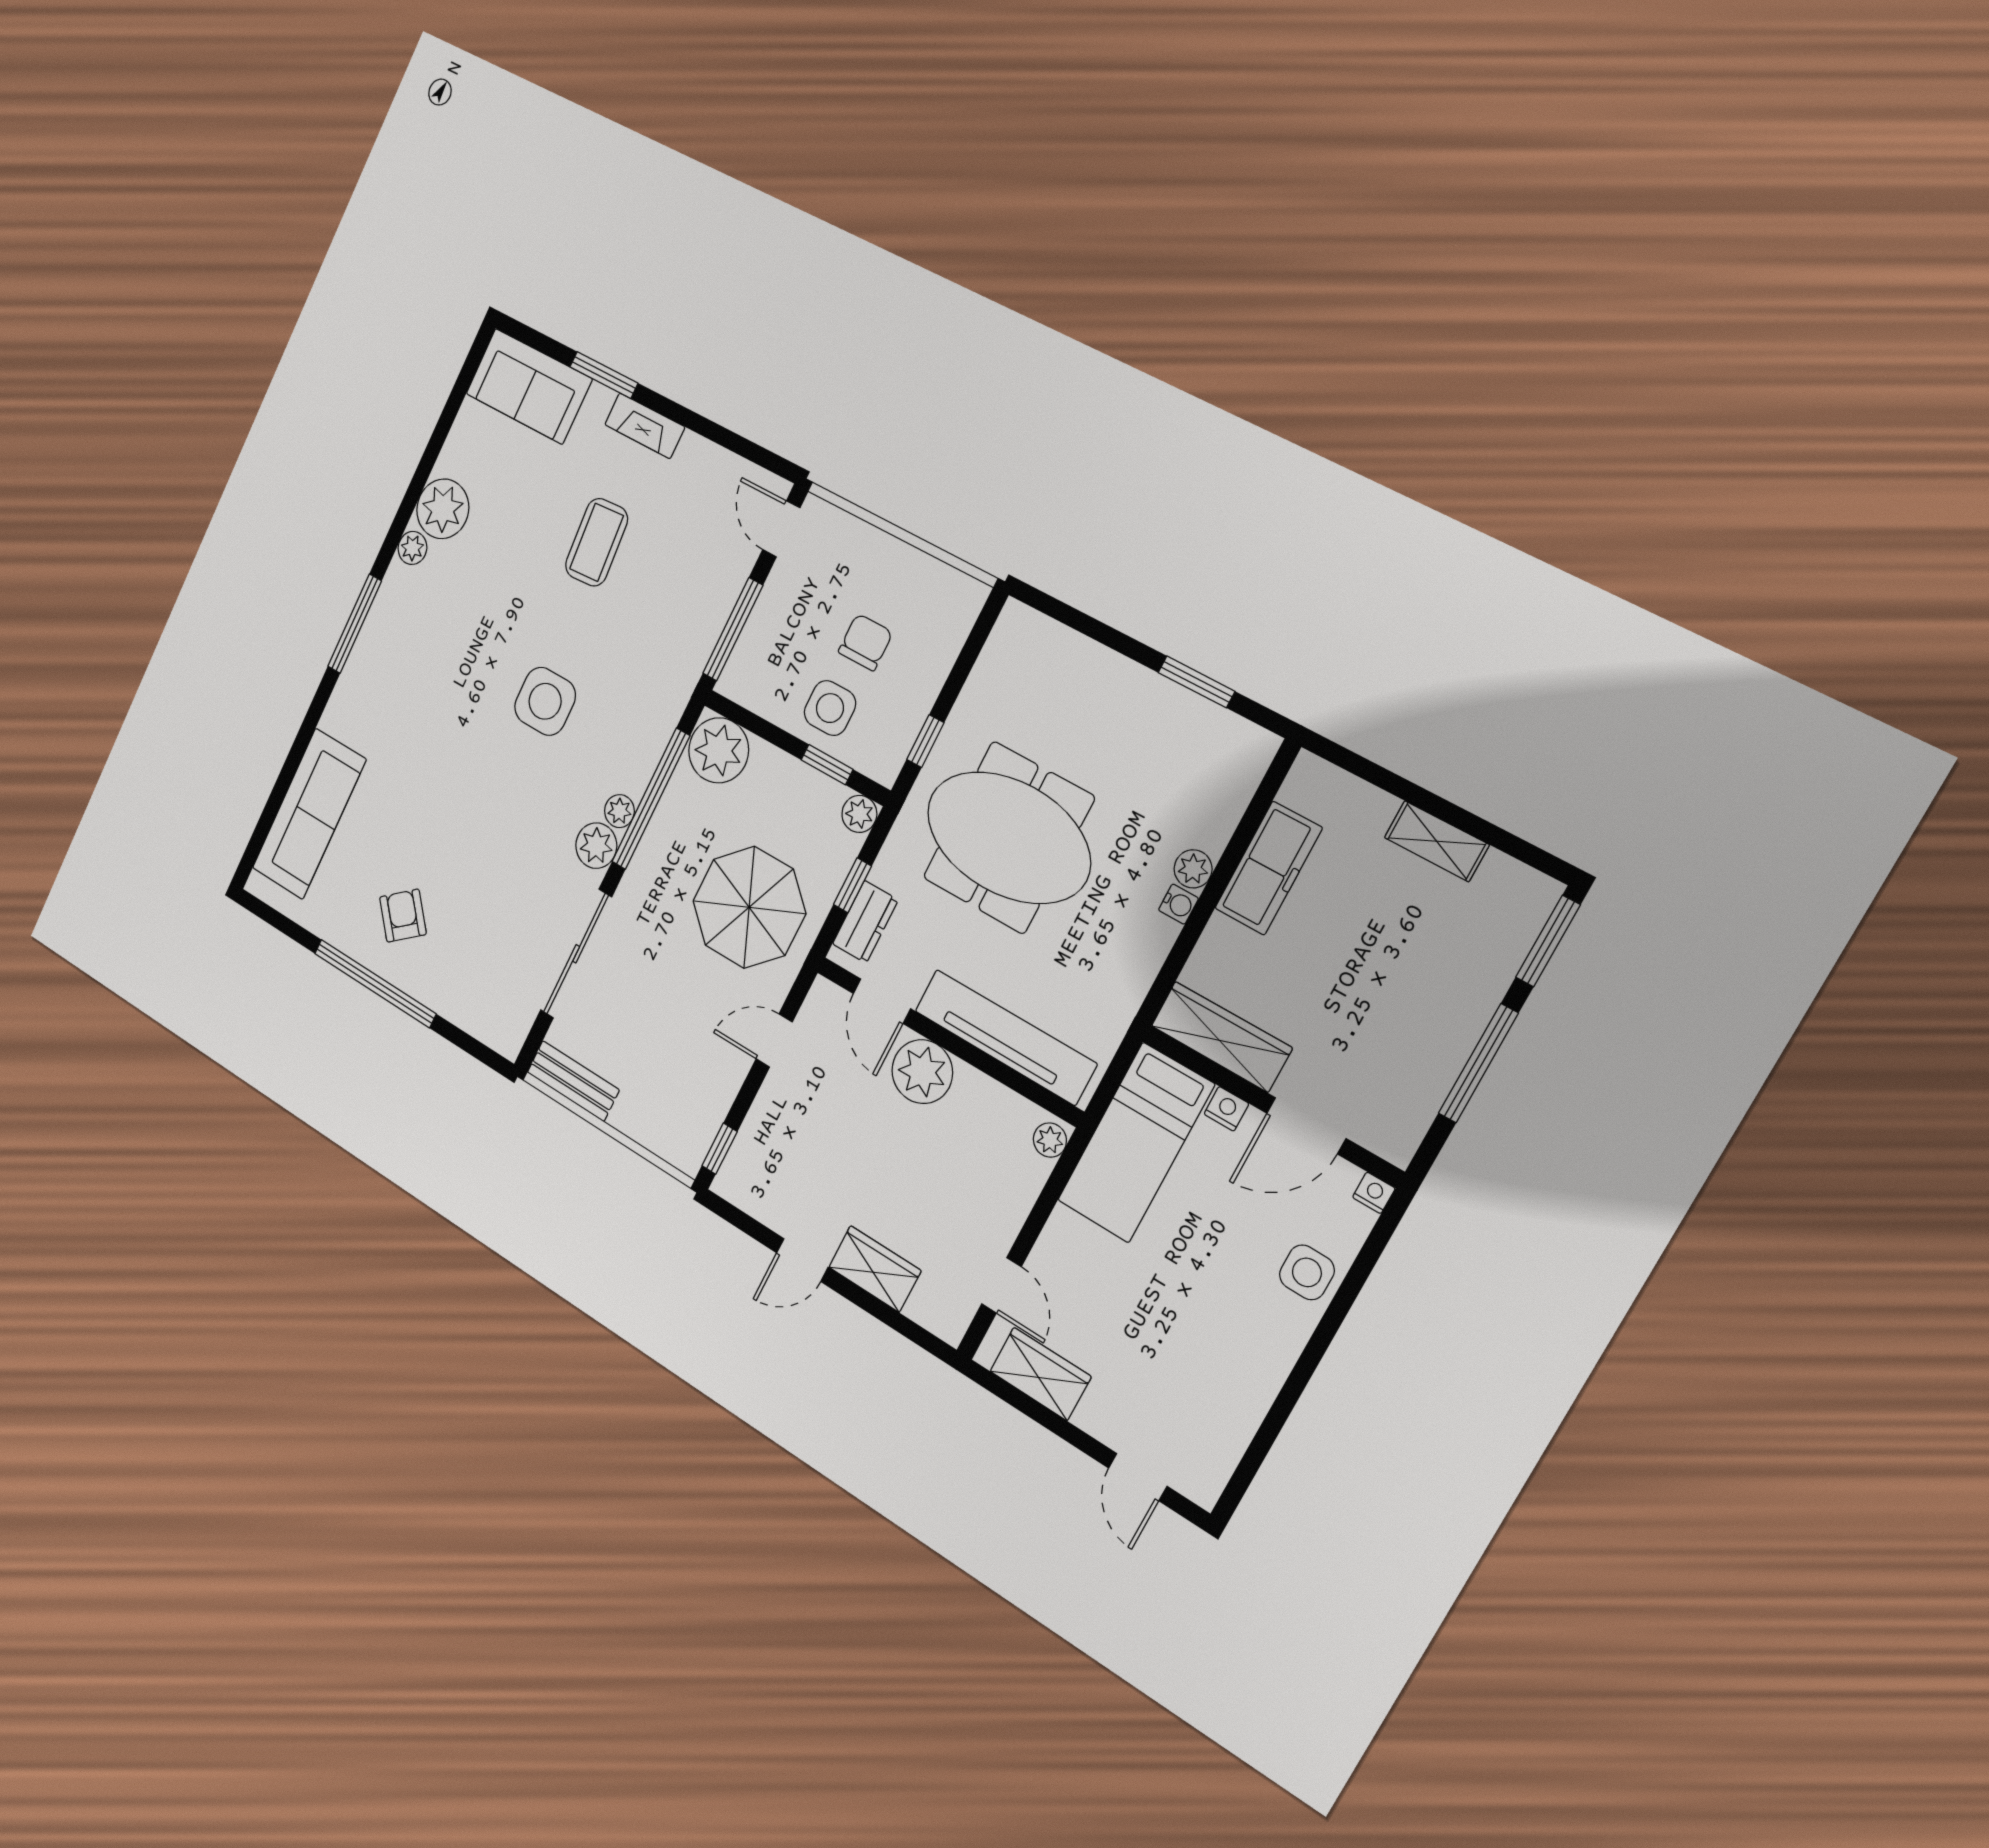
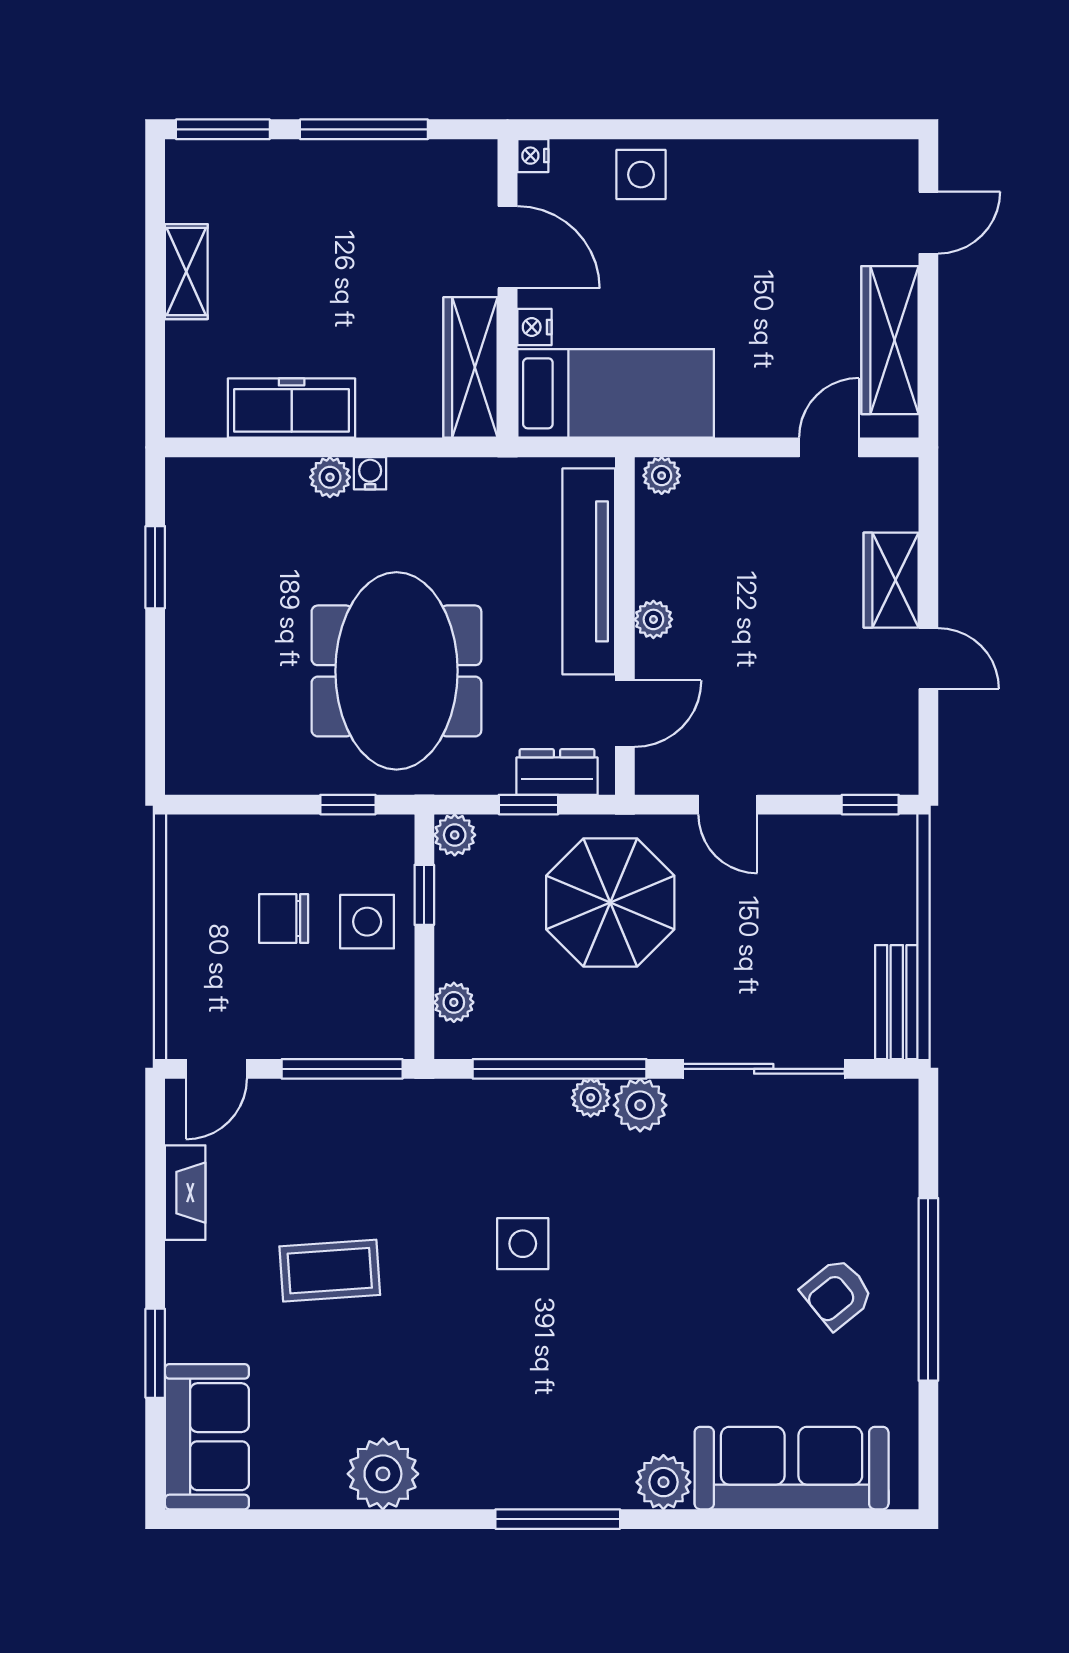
fireplace: (645, 426) -> (185, 1193), moved
plant: (412, 548) -> (663, 1482), moved, width x1.38, depth x1.38
side table: (545, 701) -> (523, 1244), width x0.73, depth x0.73
plant: (719, 750) -> (454, 1002), width x0.53, depth x0.53
plant: (922, 1072) -> (653, 619), width x0.53, depth x0.53
wardrobe: (1040, 1374) -> (890, 340), width x1.50

